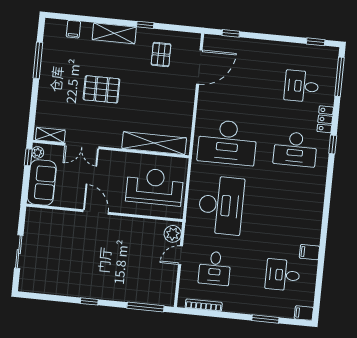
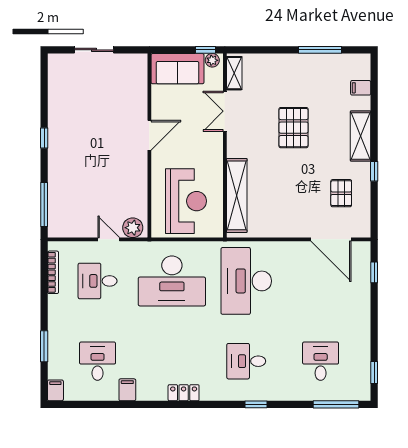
pallet: (161, 54) -> (341, 193), turned 90
locker: (325, 119) -> (184, 393), moved
desk: (295, 149) -> (246, 361), width x0.73

